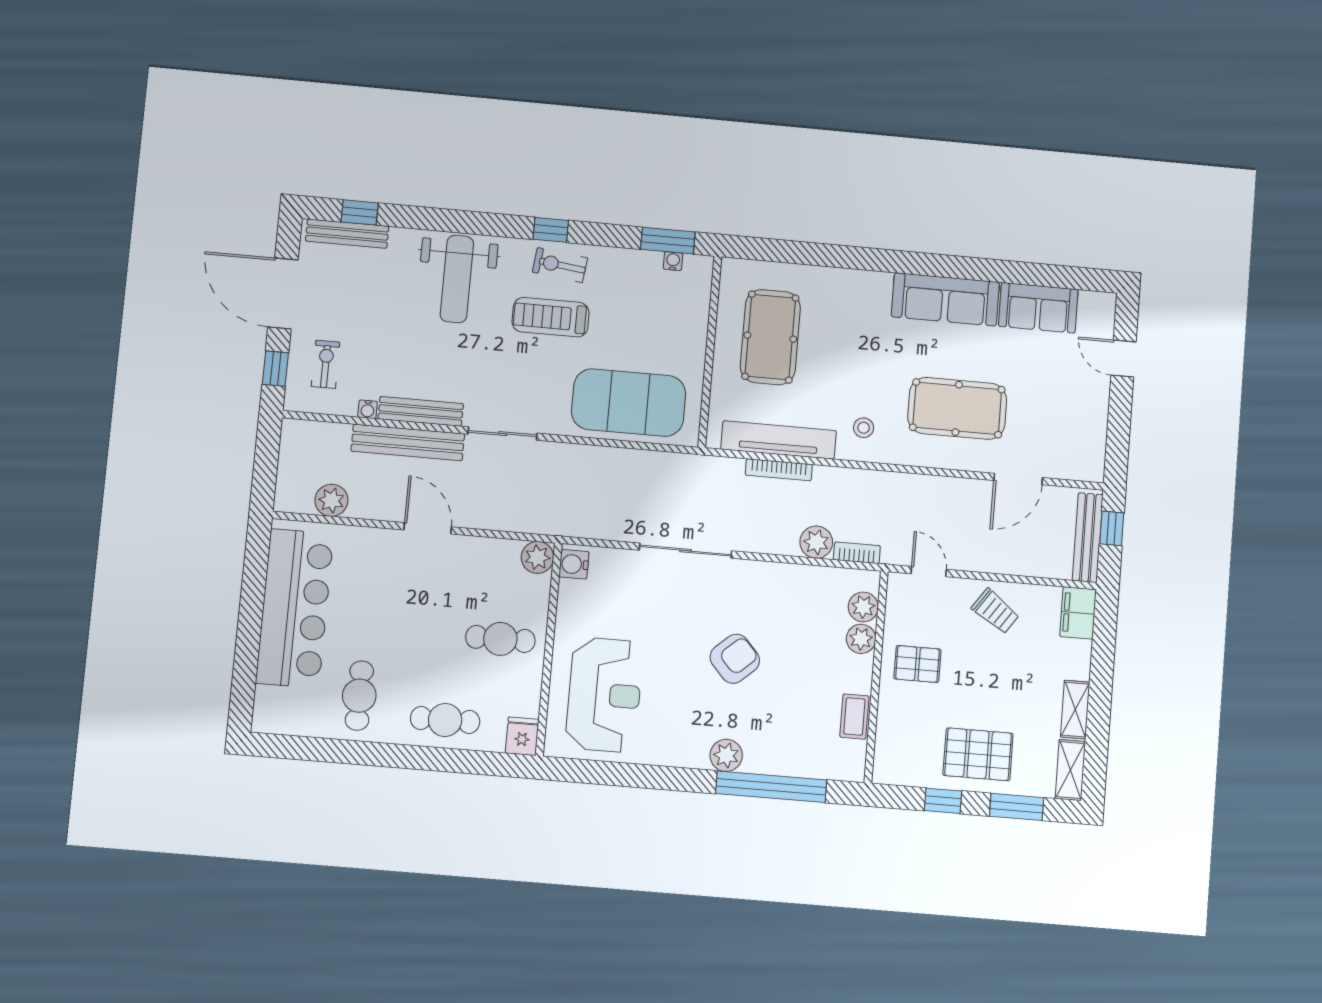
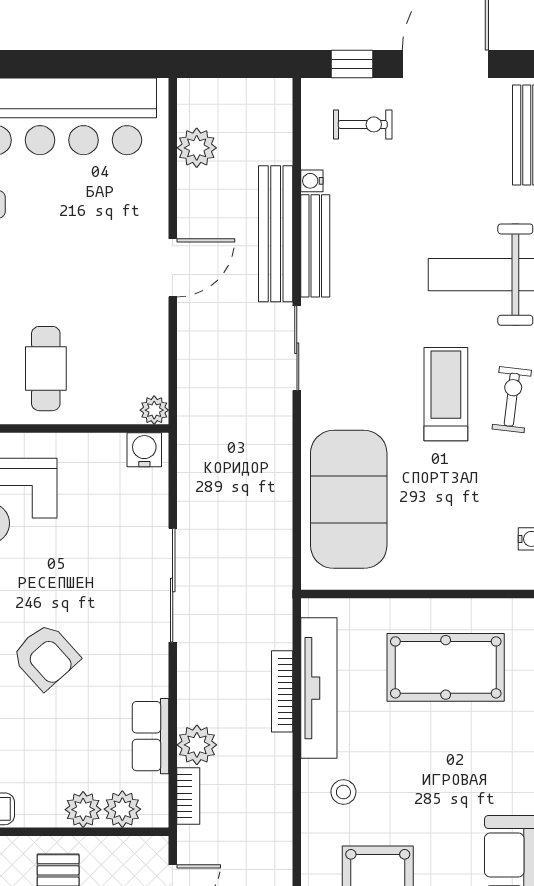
plant: (538, 557) -> (154, 410), width x0.73, depth x0.73
row of seats: (806, 579) -> (151, 736), added

